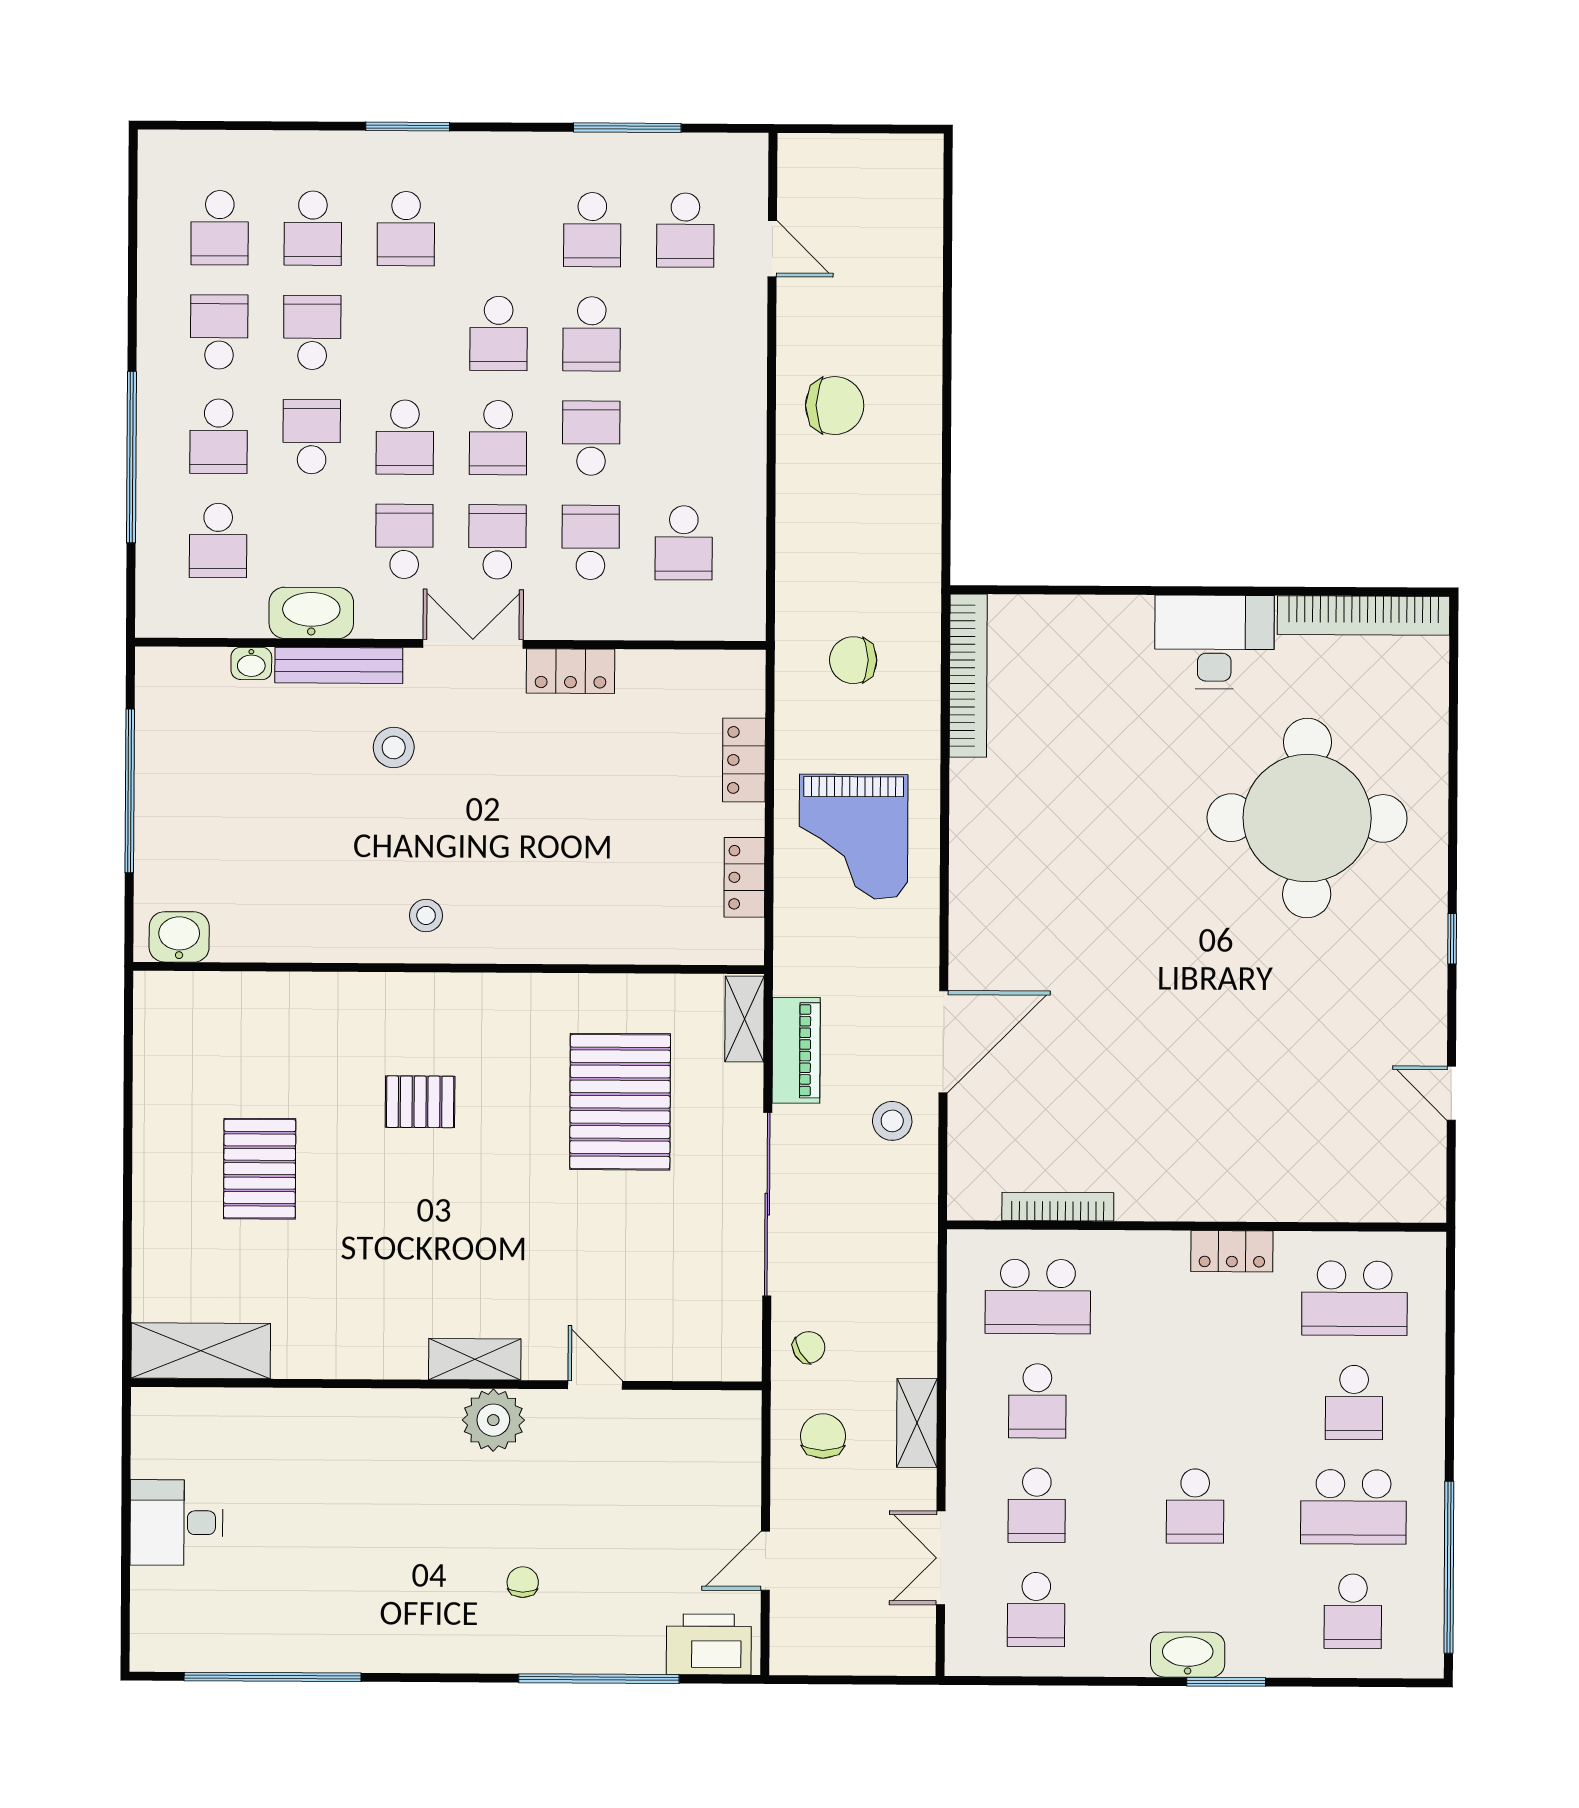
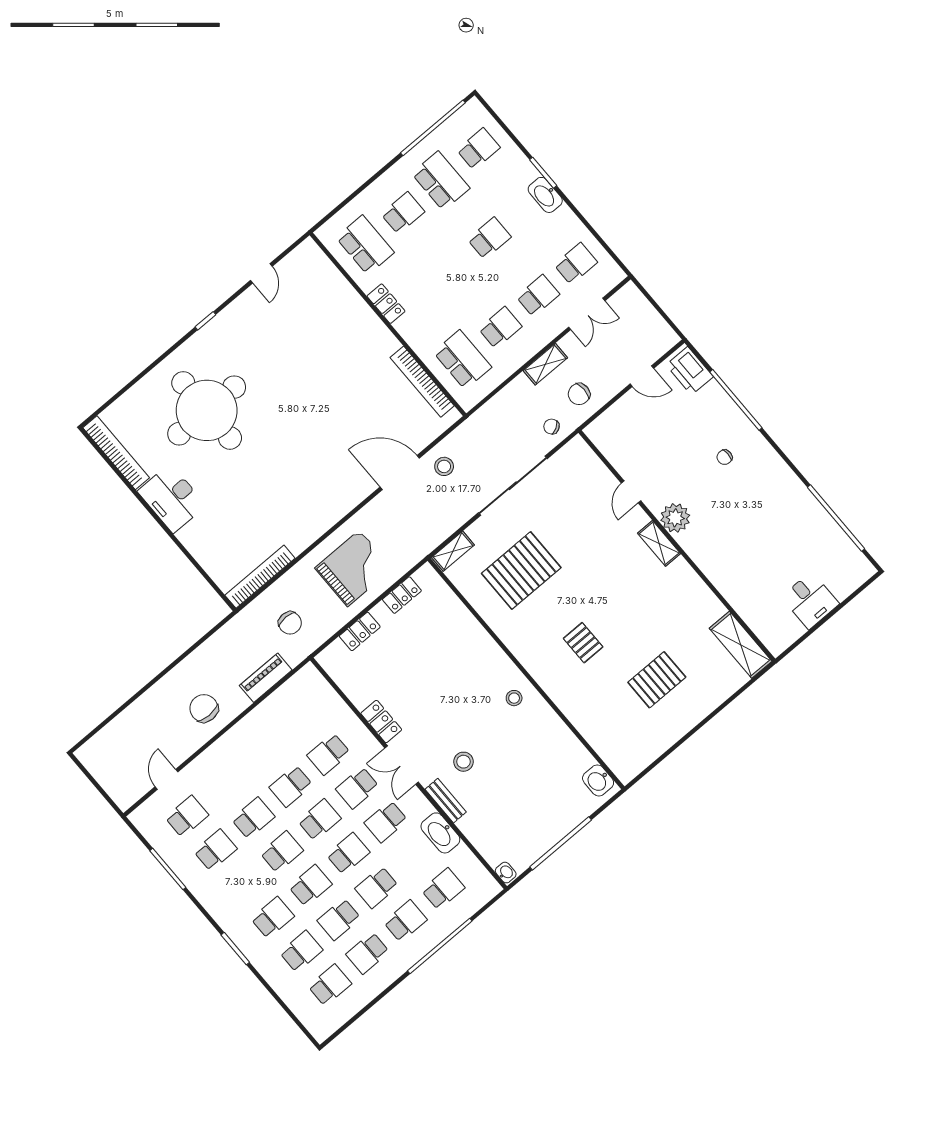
school desk: (684, 543) -> (310, 886), moved
washbasin: (251, 663) -> (506, 873), moved
bench: (339, 665) -> (446, 801), width x0.73
piano: (796, 1050) -> (266, 678), moved
bookcase: (1058, 1207) -> (422, 382), width x1.48, depth x1.31

